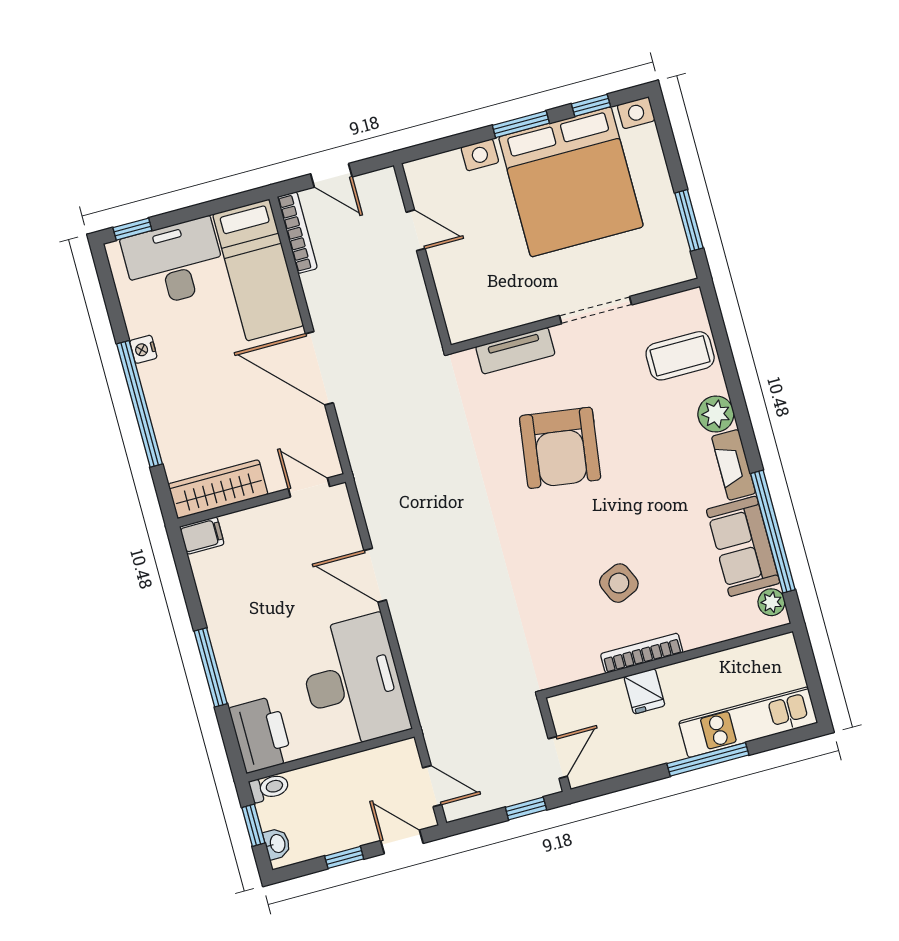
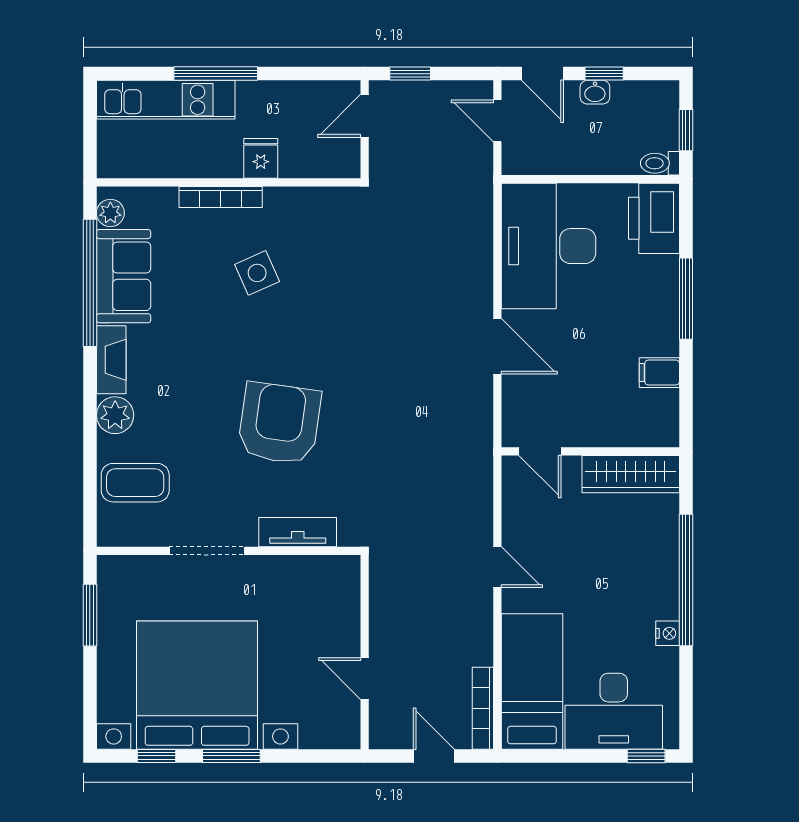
door: (319, 368) -> (497, 567), width x0.53
filing cabinet: (202, 535) -> (659, 373), moved
bookcase: (642, 653) -> (221, 197), moved
washbasin: (277, 844) -> (595, 92), moved, turned -90

